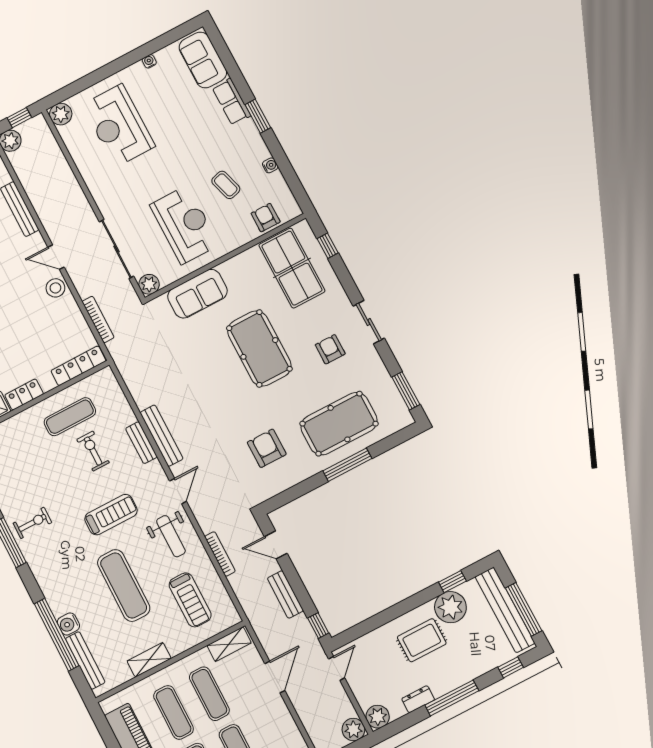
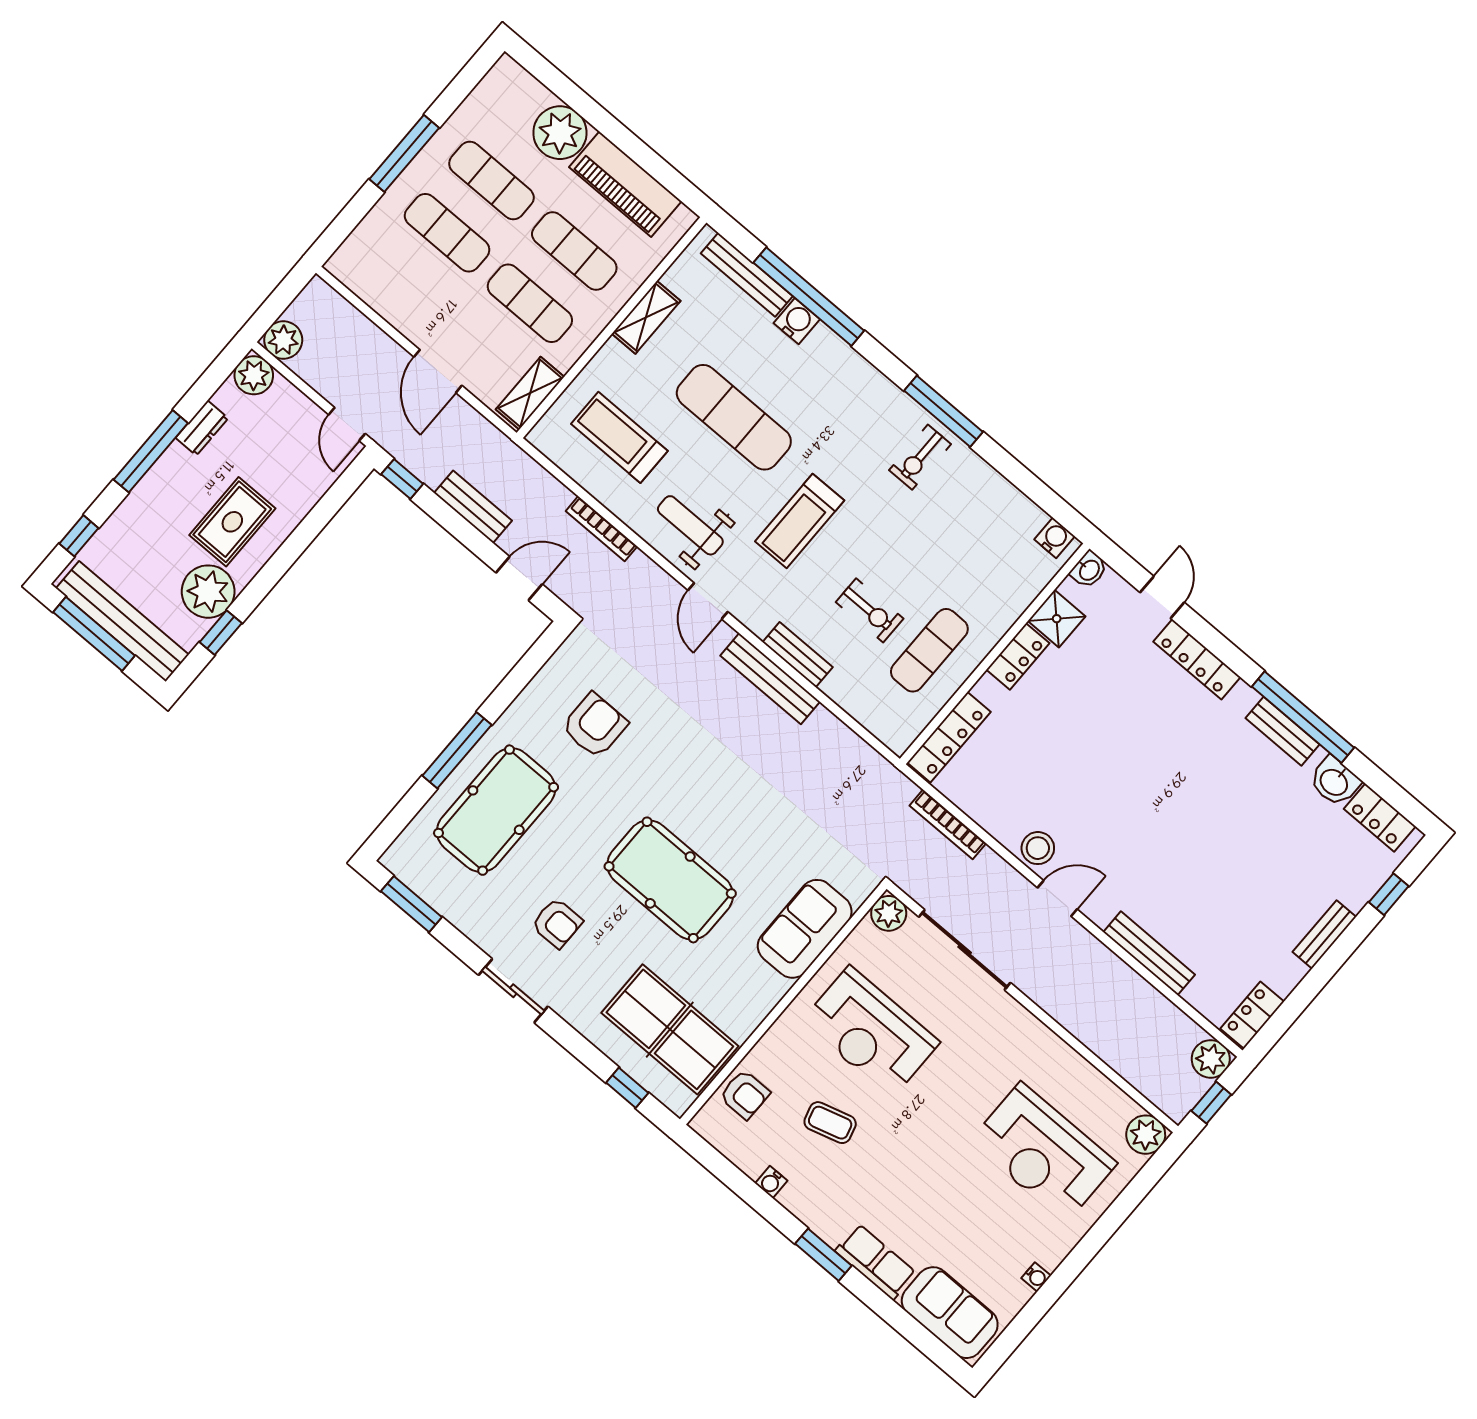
reception desk: (119, 125) -> (1043, 1152), turned 180
armchair: (267, 448) -> (595, 725), turned -90

